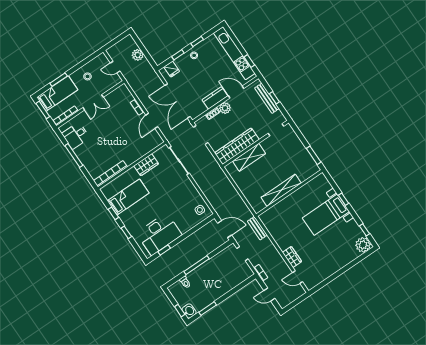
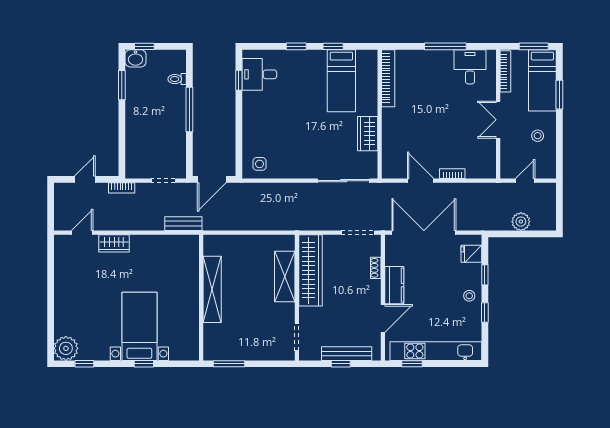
plant: (225, 108) -> (372, 289), removed
desk: (159, 234) -> (259, 74), width x0.53, depth x0.77

